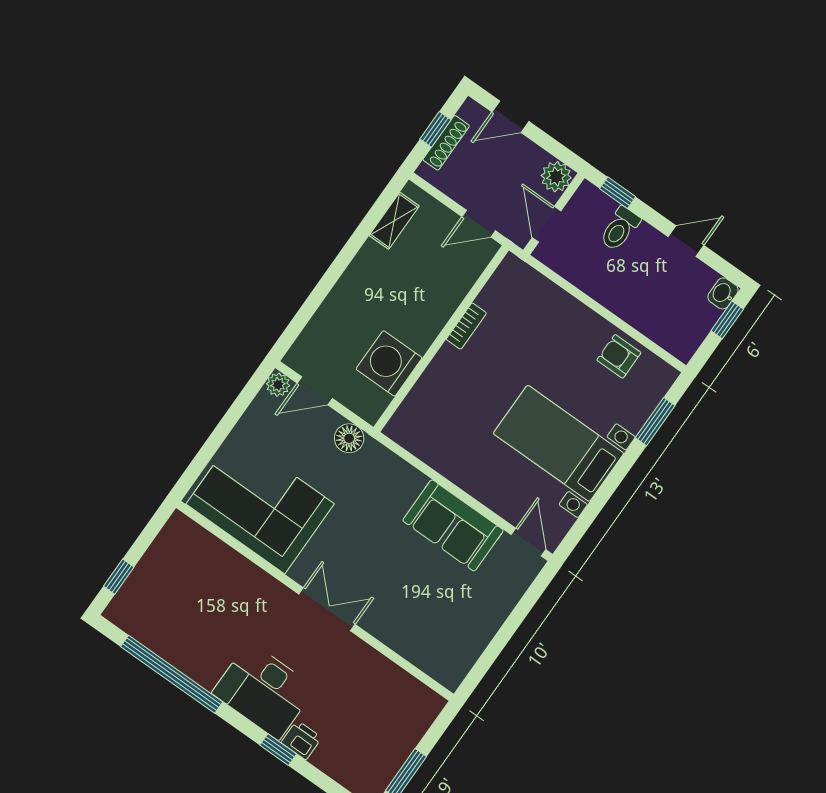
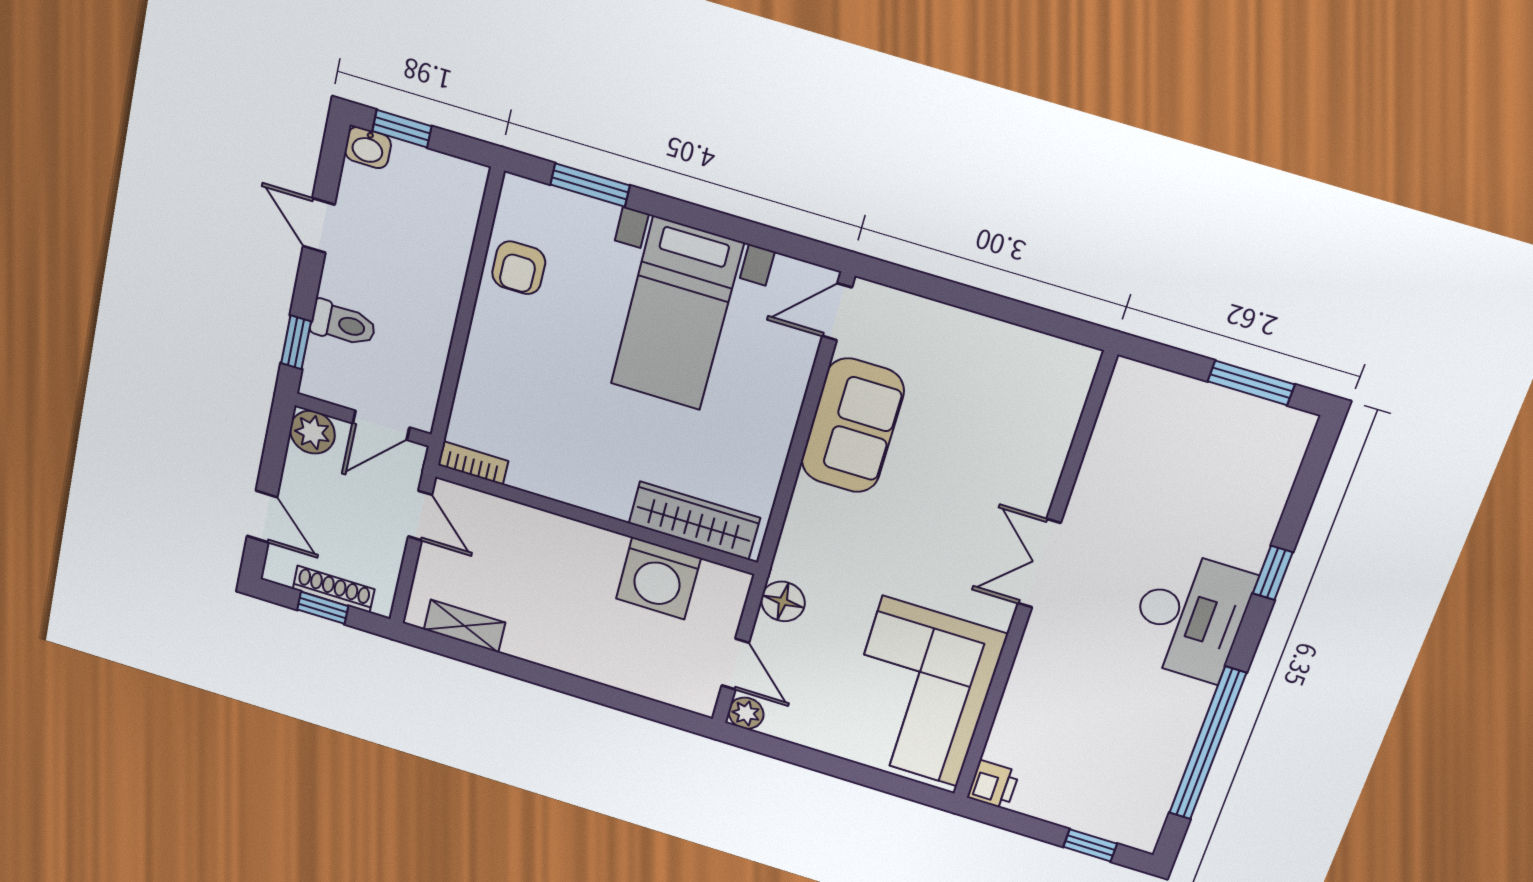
bookcase: (466, 326) -> (473, 463), moved
wardrobe: (421, 402) -> (694, 521), added
printer: (301, 740) -> (993, 785), moved, turned 180

